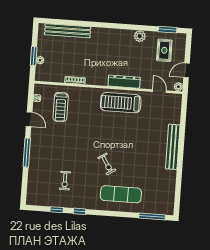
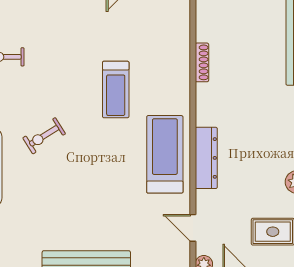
door: (159, 91) -> (193, 228), swing flipped
treadmill: (61, 107) -> (116, 90), moved, turned -90

